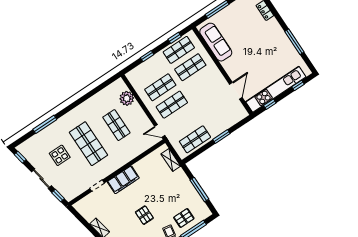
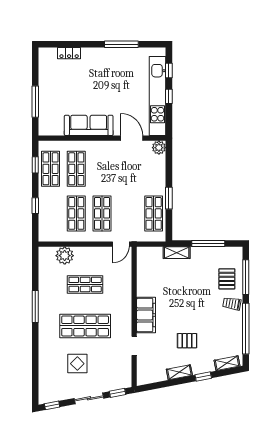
sofa: (216, 42) -> (89, 125), moved
window: (270, 104) -> (169, 96), moved
plant: (242, 113) -> (159, 148), added
window: (45, 124) -> (35, 306), moved
window: (221, 137) -> (169, 198), moved
shelving: (171, 160) -> (177, 253), moved
pallet: (144, 215) -> (187, 341), moved

